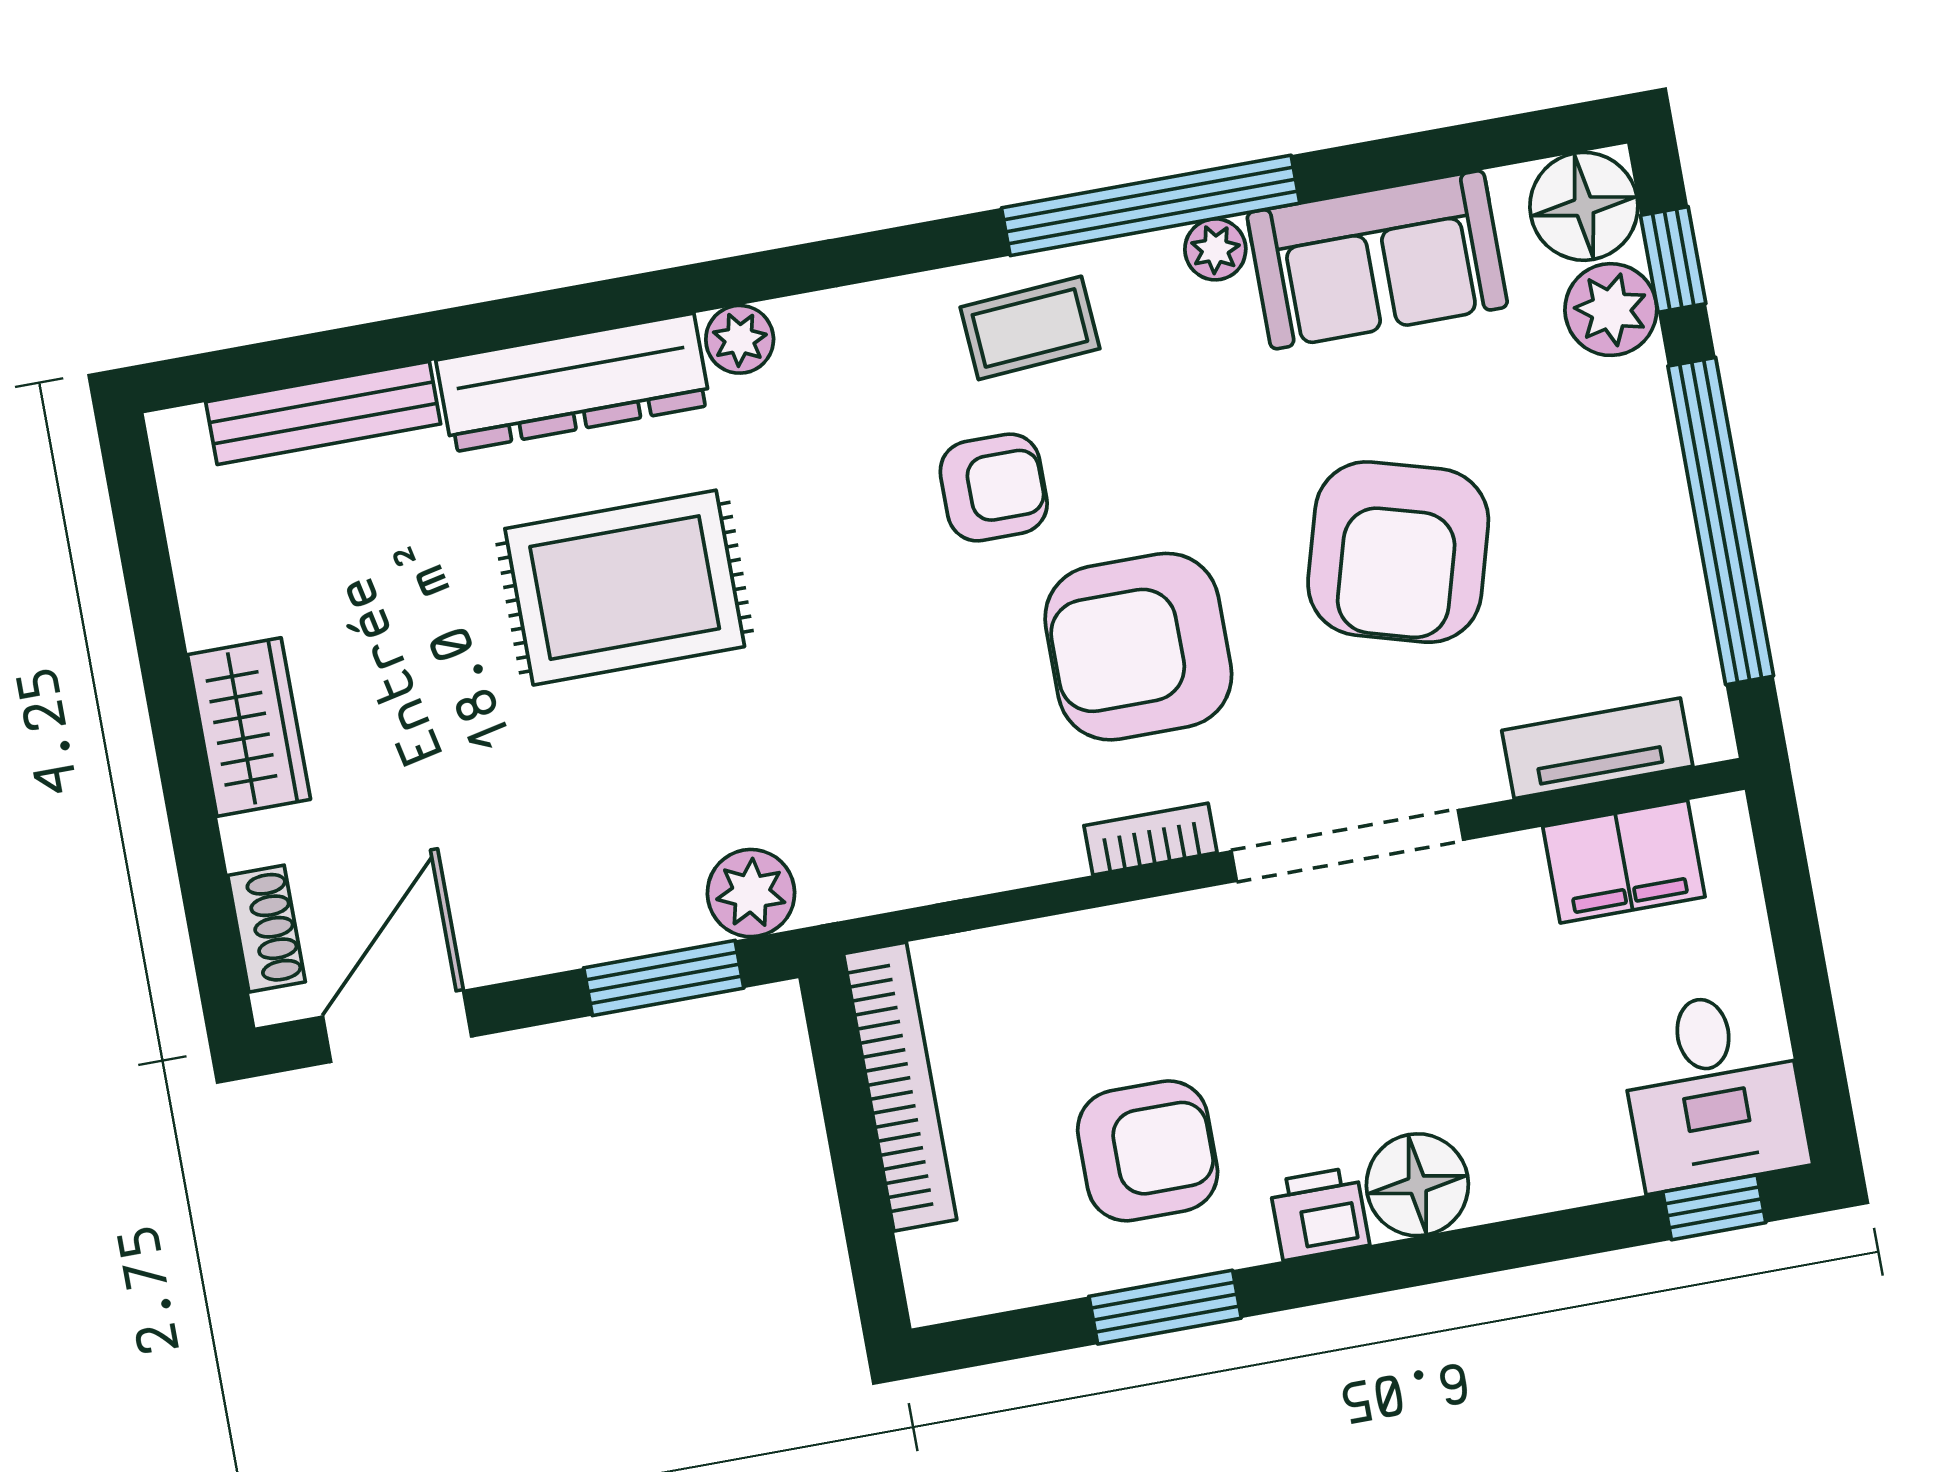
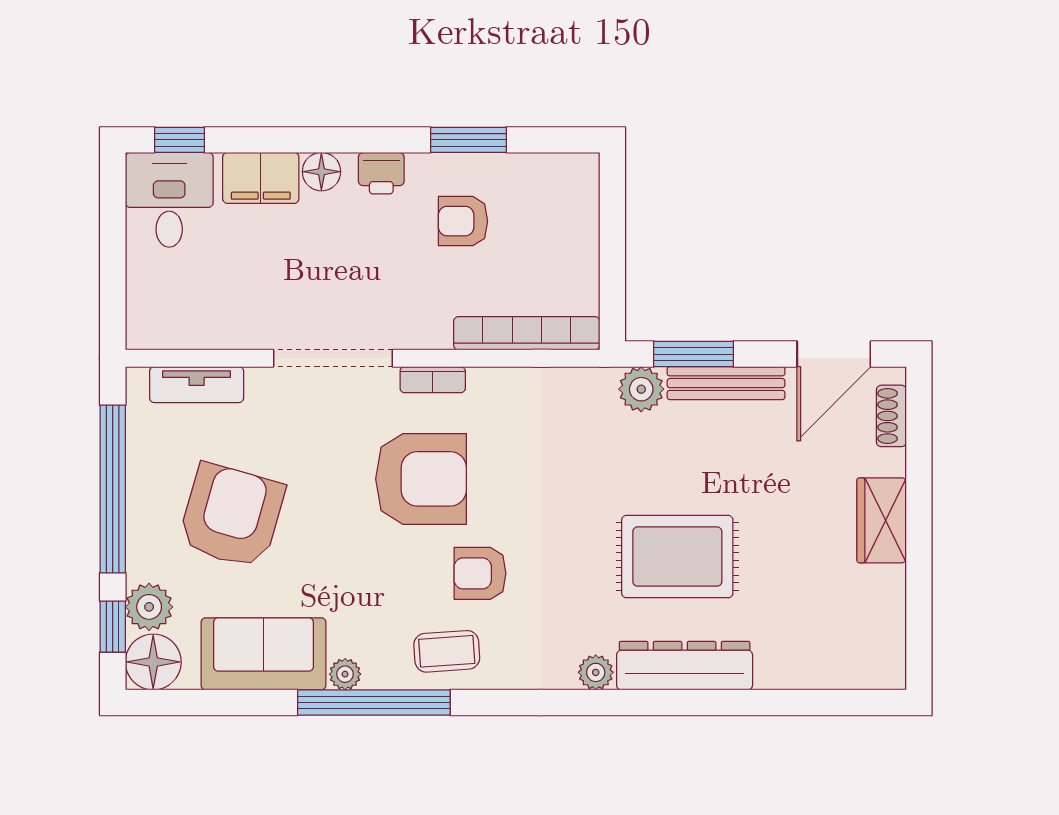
bench: (323, 413) -> (726, 383), moved
armchair: (1398, 552) -> (232, 516), moved
filing cabinet: (1624, 862) -> (261, 178), moved, turned 180
bookcase: (900, 1087) -> (527, 333), moved, turned 90
armchair: (1148, 1151) -> (463, 221), width x0.72, depth x0.72
floor lamp: (1417, 1185) -> (321, 172), width x0.73, depth x0.73

